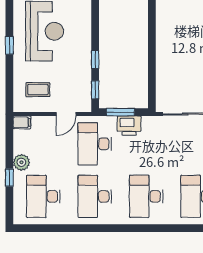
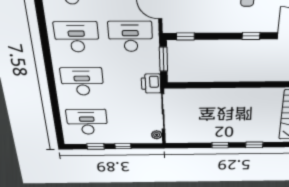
window: (95, 59) -> (251, 36), moved
printer: (129, 126) -> (151, 84), moved

